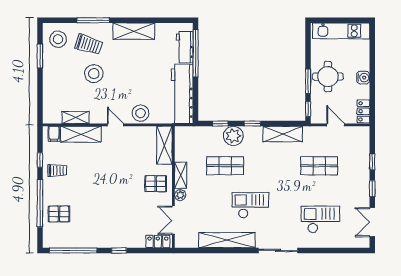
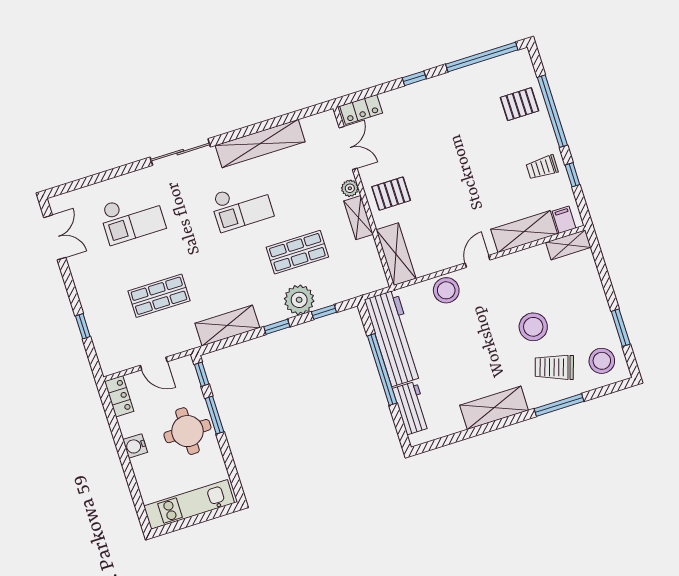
window: (196, 53) -> (382, 370), moved
shelving: (76, 117) -> (568, 245), moved
door: (115, 125) -> (478, 261), swing flipped
window: (372, 189) -> (70, 287), removed

